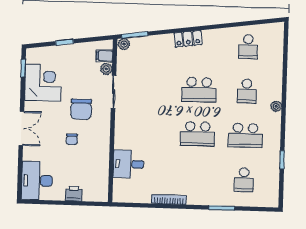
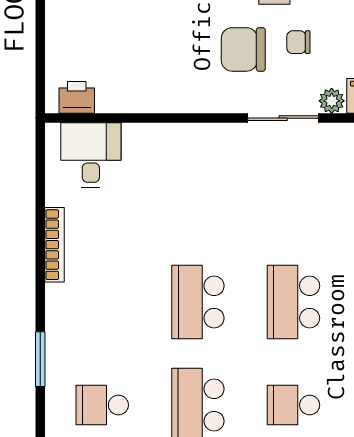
chair: (72, 139) -> (298, 42), moved
desk: (128, 164) -> (91, 155), moved
printer: (74, 194) -> (77, 97), moved, turned -90

